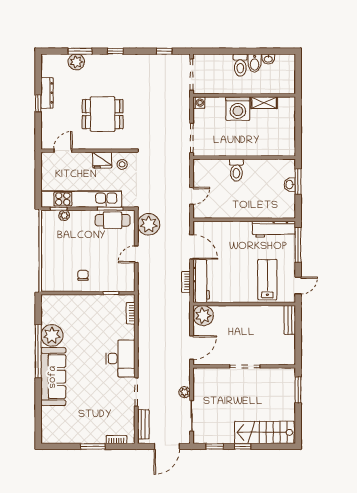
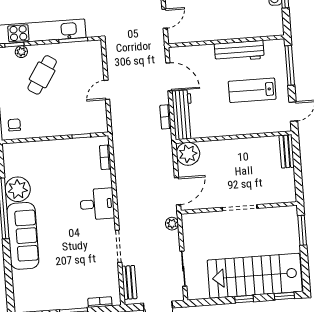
cafe table: (113, 220) -> (42, 75), moved, turned -57
plant: (149, 224) -> (118, 55), removed
workbench: (274, 229) -> (239, 51), moved
chair: (83, 275) -> (14, 125), moved
lab bench: (267, 280) -> (252, 90), moved, turned -90
desk: (120, 358) -> (97, 204), width x0.73
plant: (185, 392) -> (172, 224), moved
stairs: (264, 432) -> (255, 276), width x1.36, depth x1.51
window: (215, 446) -> (284, 296), moved

